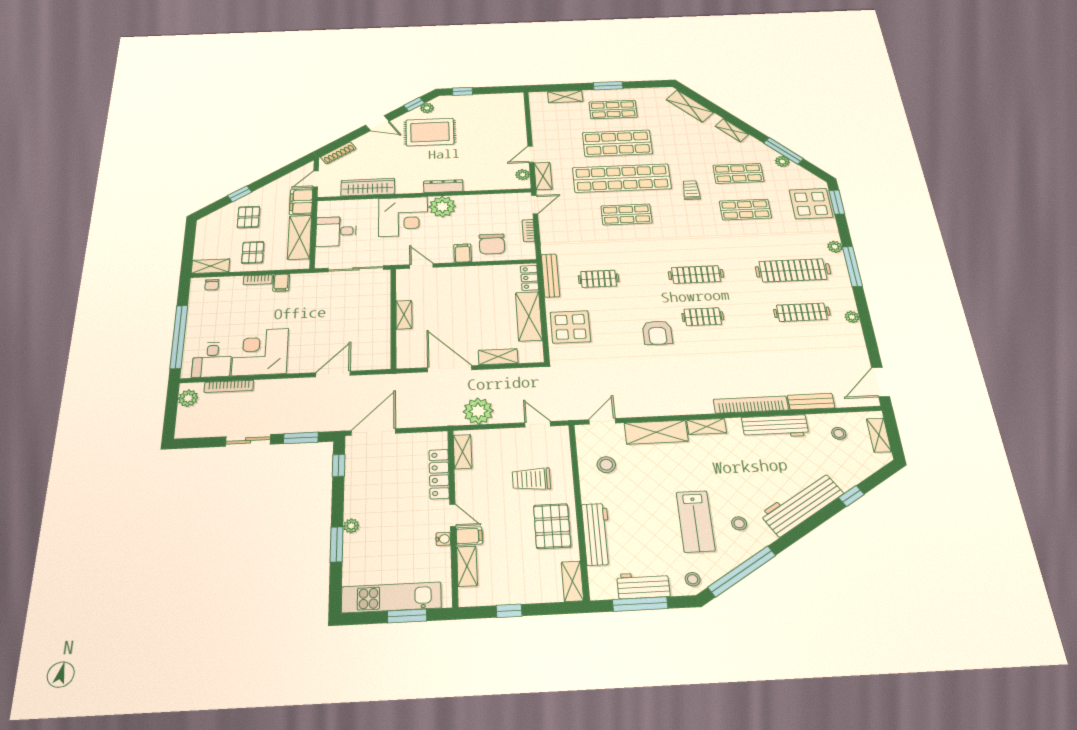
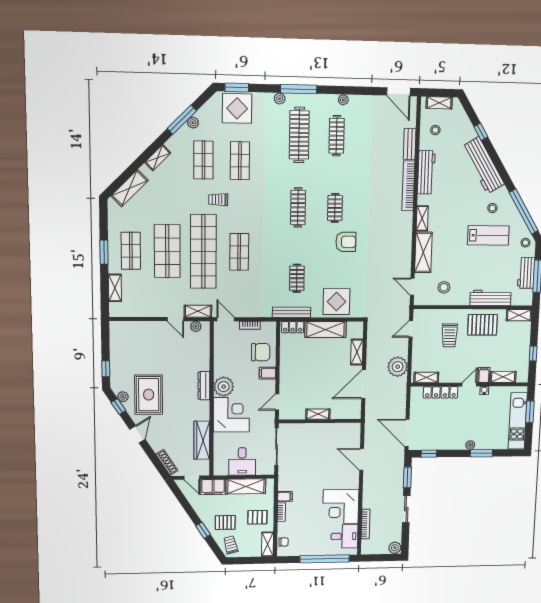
trolley: (214, 225) -> (231, 545), added
plant: (188, 398) -> (395, 548), moved

